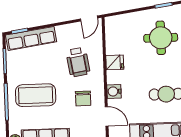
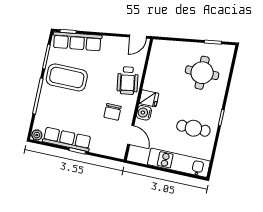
wheelchair: (78, 62) -> (128, 81), moved
fridge: (115, 62) -> (149, 98), moved
coffee table: (36, 95) -> (67, 77), moved

